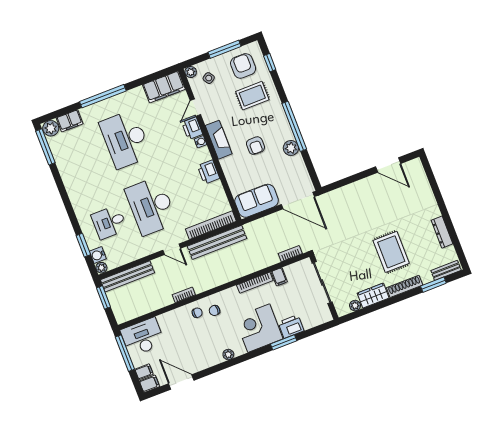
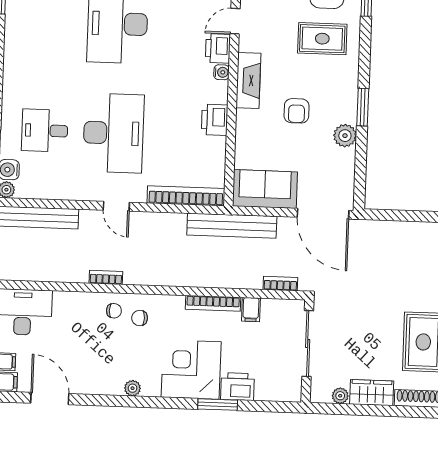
window: (294, 126) -> (363, 107), width x0.47
desk: (151, 206) -> (113, 133), turned 180
bench: (217, 242) -> (232, 226), moved

